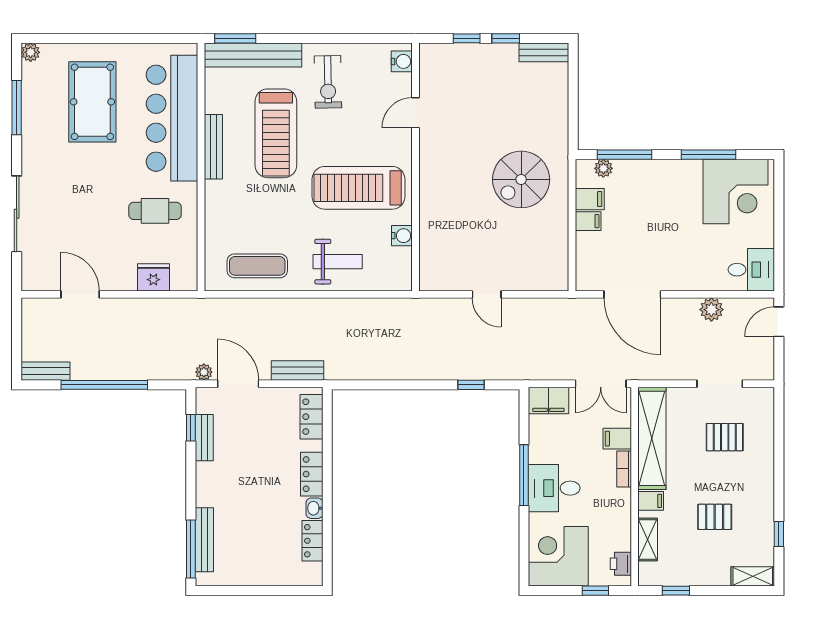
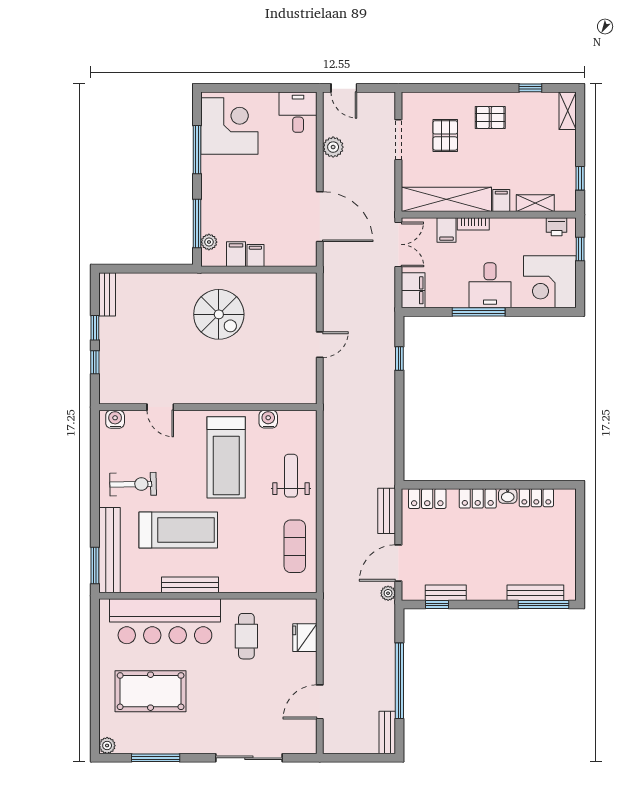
door: (632, 294) -> (320, 217), hinge flipped
pallet: (715, 517) -> (490, 118), moved, turned 90

